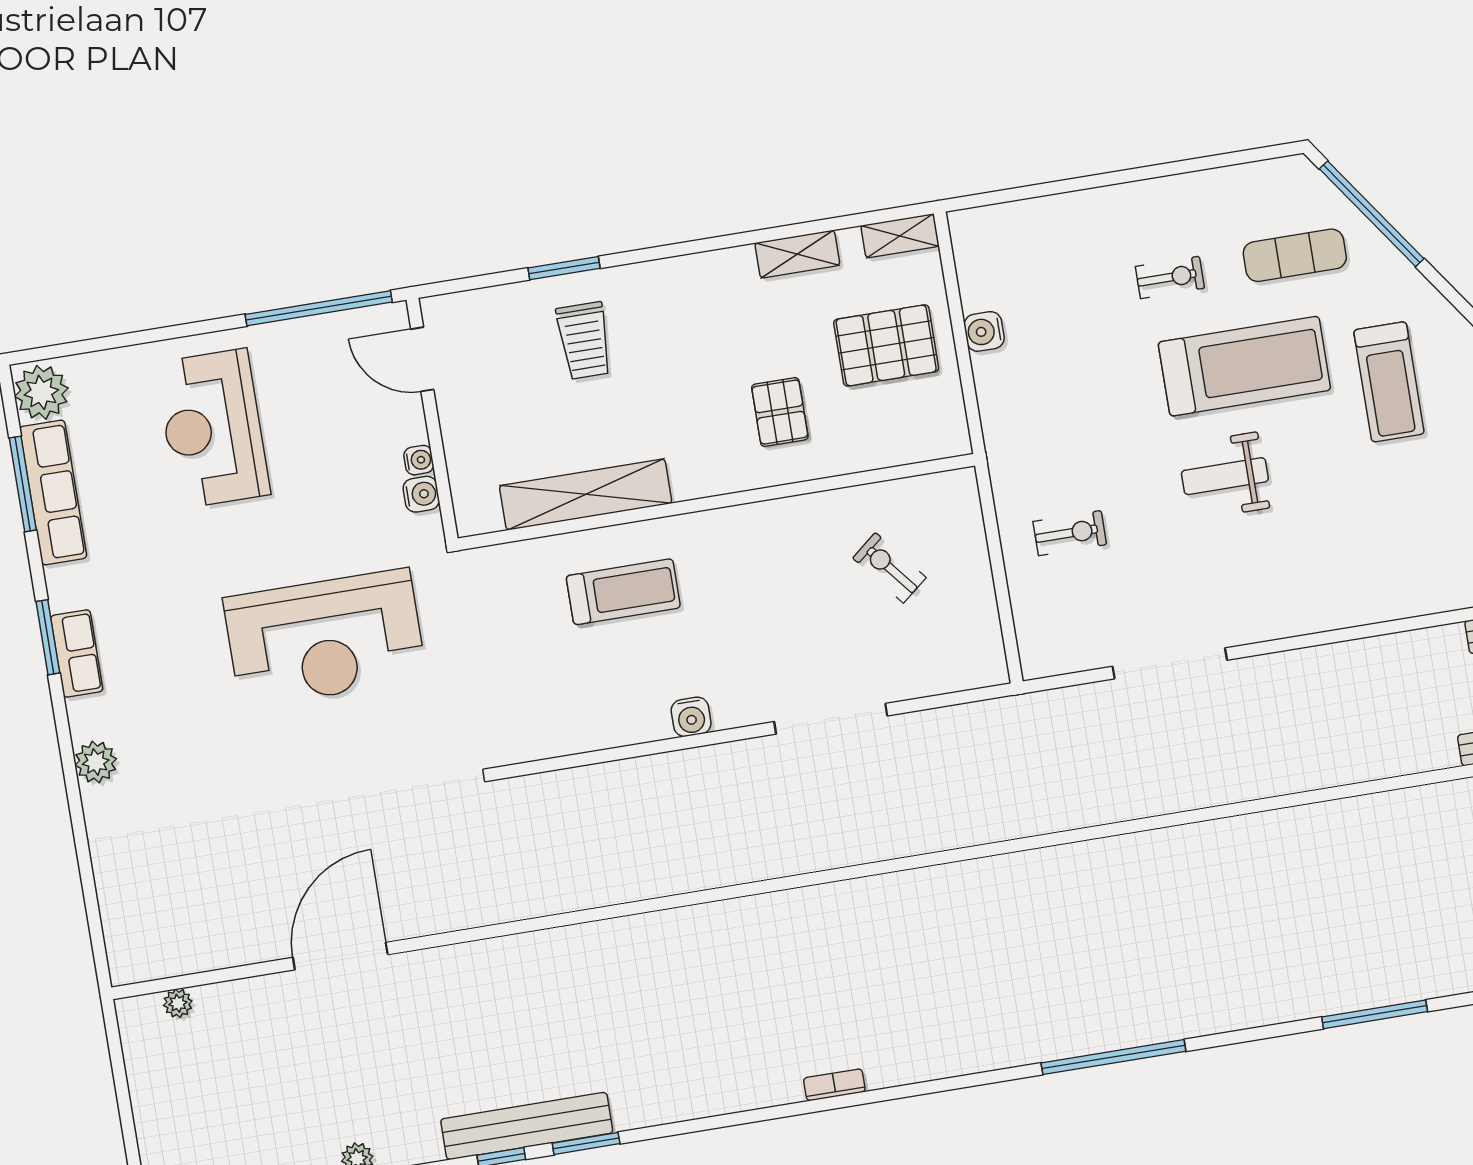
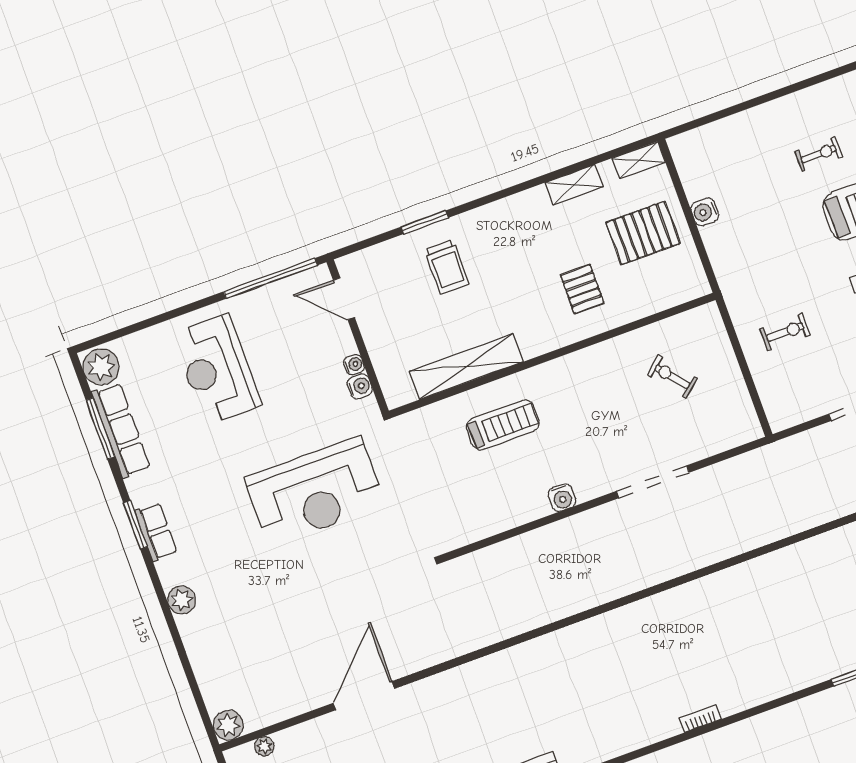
plant: (130, 962) -> (228, 725), added

